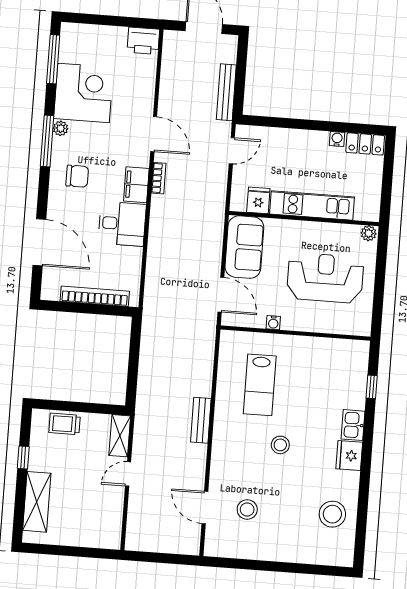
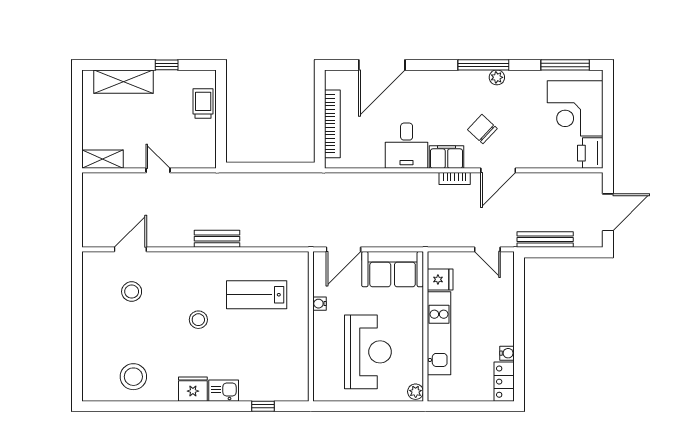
corner desk: (84, 93) -> (575, 108), moved, turned 90
chair: (77, 176) -> (482, 129), moved, turned 133
shelving: (120, 436) -> (103, 159), moved

